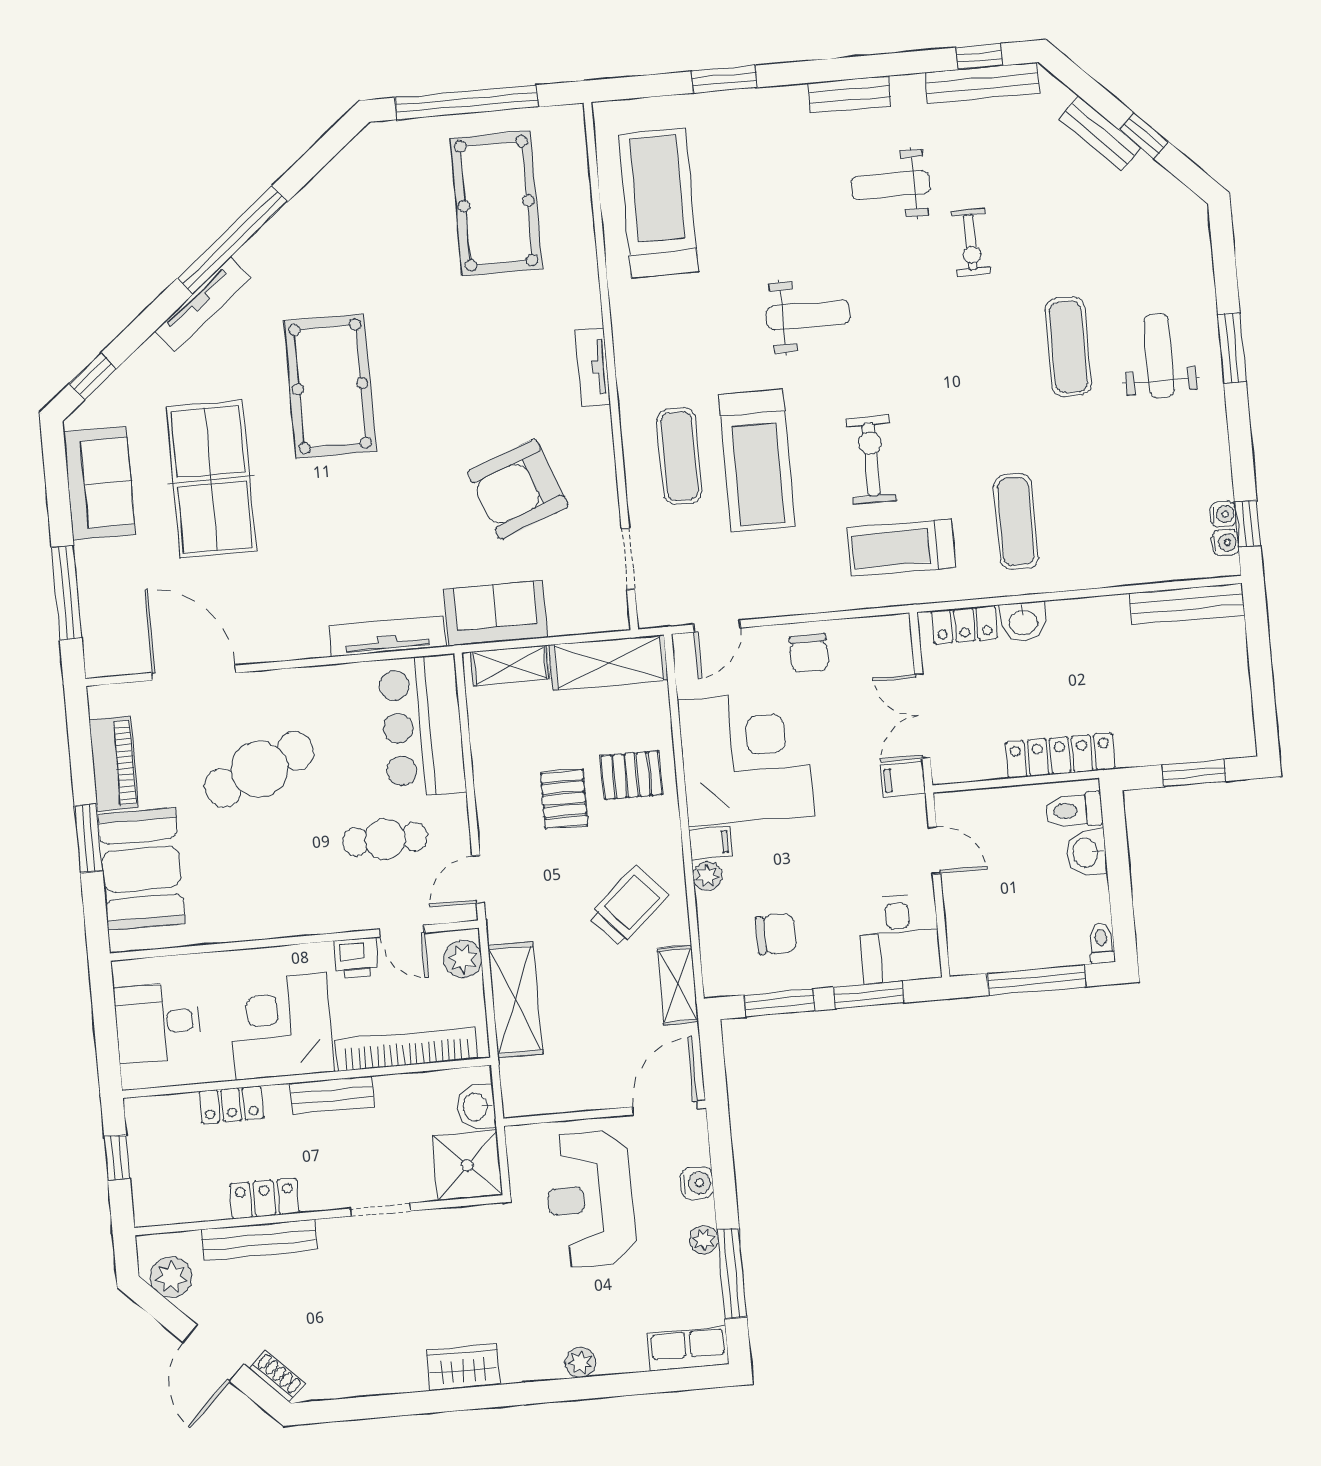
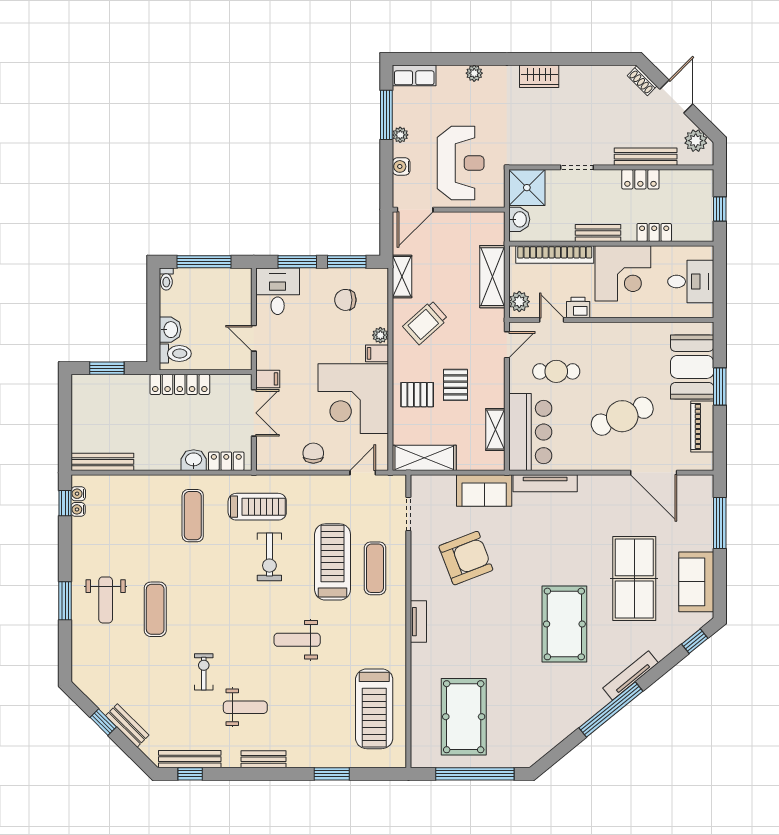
shelving: (510, 666) -> (495, 430), moved, turned 90

